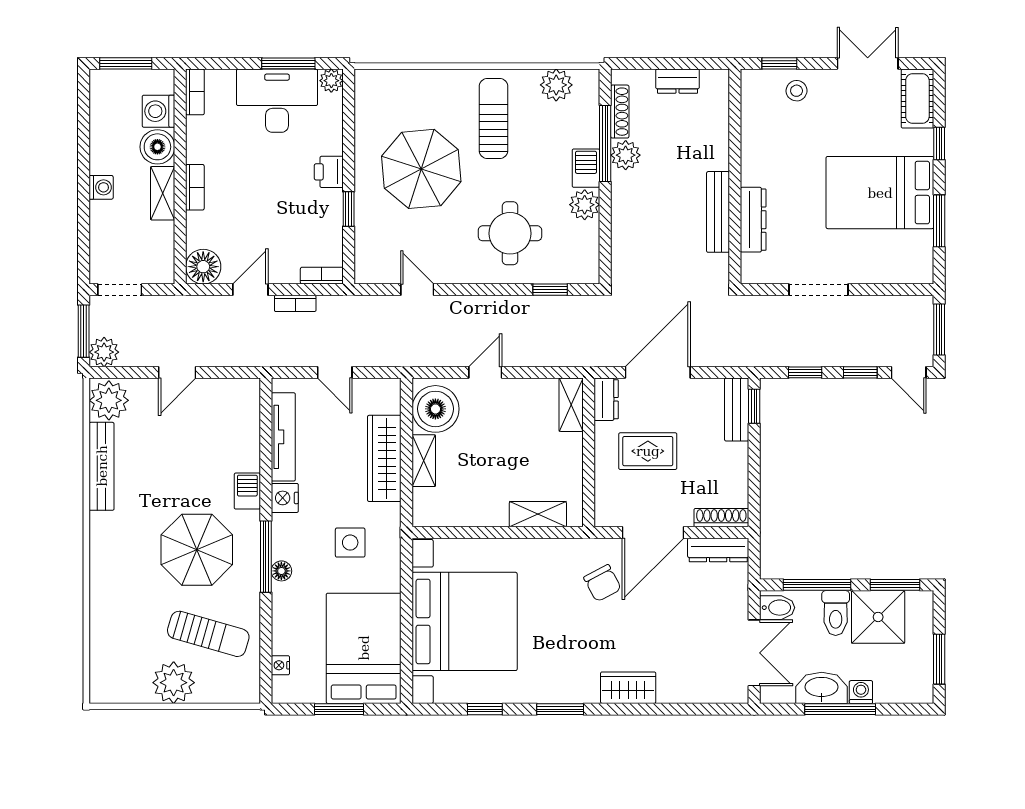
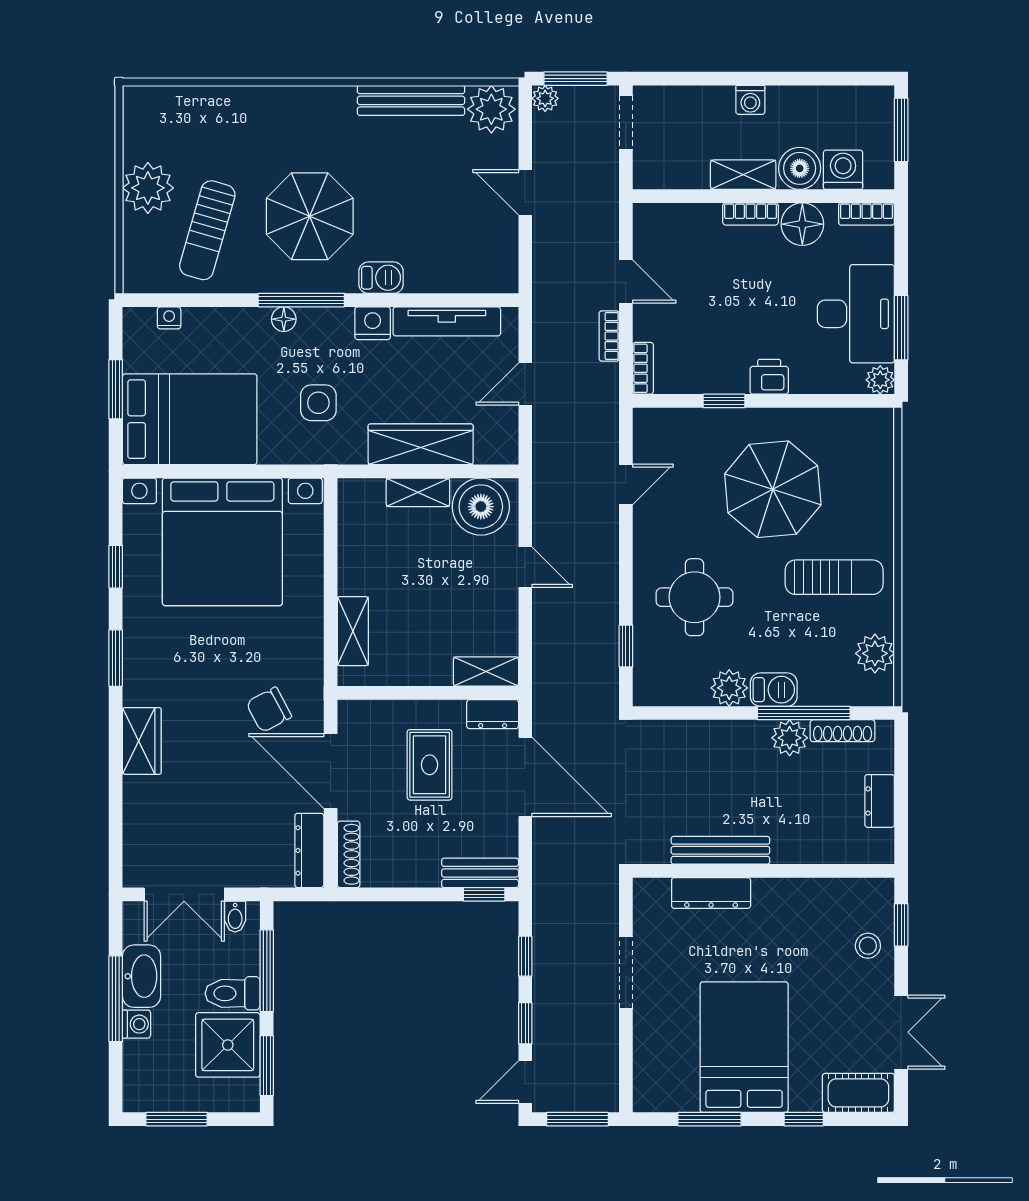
floor lamp: (203, 267) -> (802, 224), moved
plant: (104, 352) -> (545, 98), width x0.73, depth x0.73
bidet: (777, 608) -> (235, 917), width x0.72, depth x0.74

